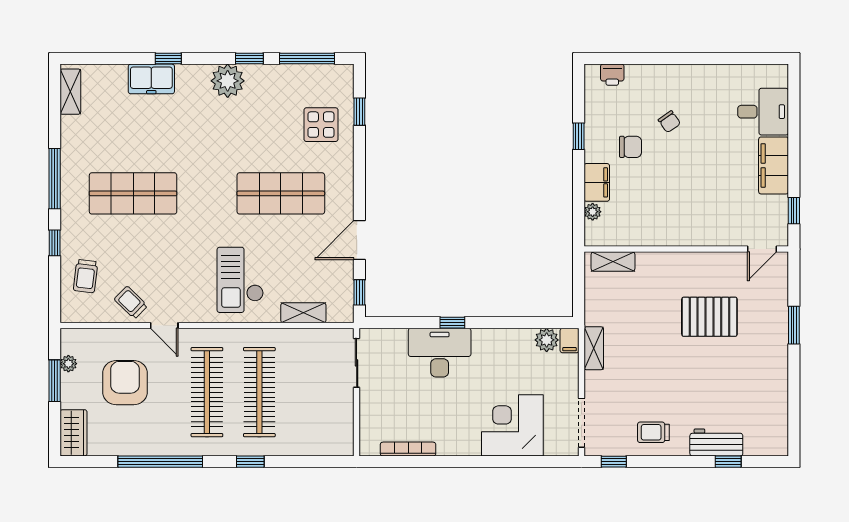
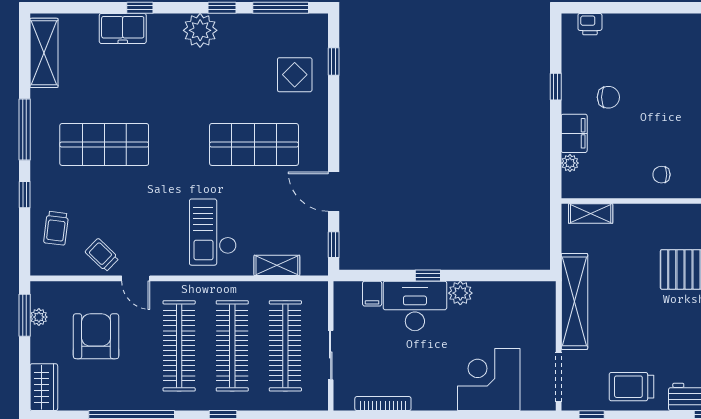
shelving: (70, 92) -> (44, 53), width x1.50, depth x1.33
chair: (669, 122) -> (661, 175), moved, turned 125
door: (359, 240) -> (334, 192), hinge flipped
plant: (547, 340) -> (460, 293), moved
filing cabinet: (569, 341) -> (372, 294), moved
shelving: (594, 348) -> (574, 301), width x2.20, depth x1.33
sliding door: (357, 363) -> (331, 355), moved
window: (55, 381) -> (25, 315), moved
clothes rail: (312, 392) -> (285, 346), added
trolley: (653, 432) -> (632, 387), width x1.36, depth x1.39

